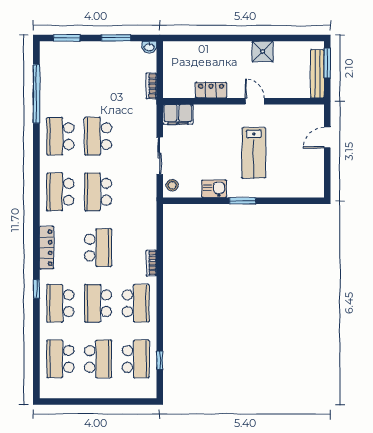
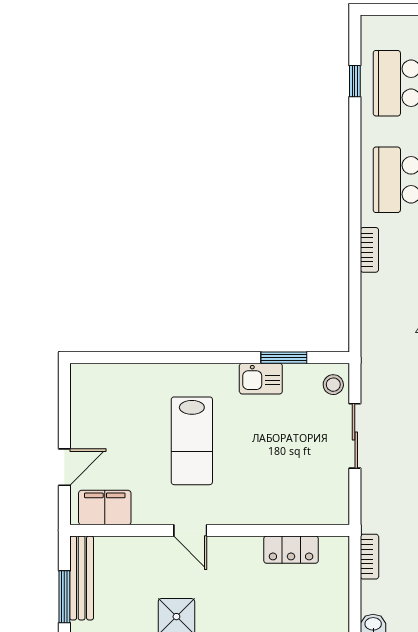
locker: (211, 90) -> (291, 550), moved
filing cabinet: (178, 114) -> (105, 508), moved
lab bench: (254, 153) -> (192, 441), turned 180
window: (243, 201) -> (284, 358), moved

